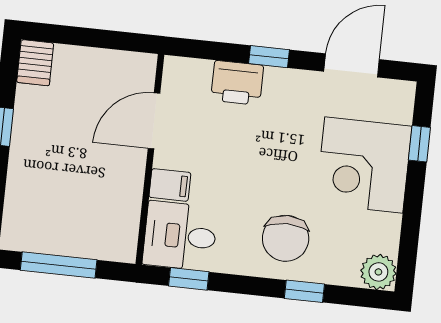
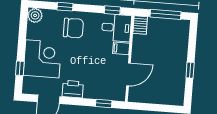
window: (269, 57) -> (104, 104), moved
server rack: (35, 63) -> (140, 25), moved, turned 180
printer: (237, 83) -> (73, 89), moved
chair: (286, 238) -> (73, 28), turned 90

